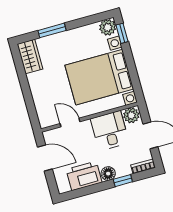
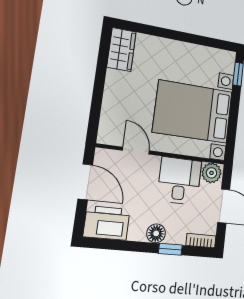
plant: (108, 27) -> (225, 60), removed
window: (52, 30) -> (161, 32), removed
printer: (84, 176) -> (107, 223), moved

